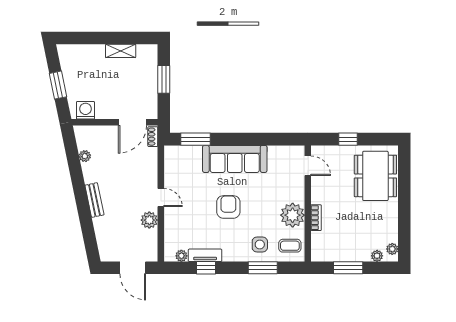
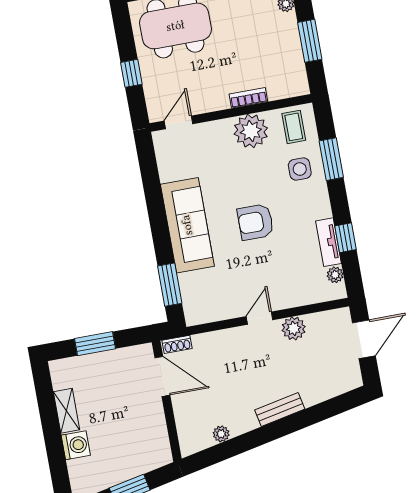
washing machine: (85, 110) -> (76, 445), moved, turned 180

